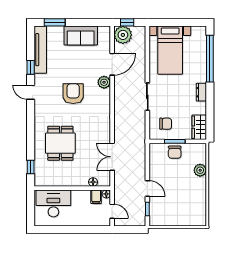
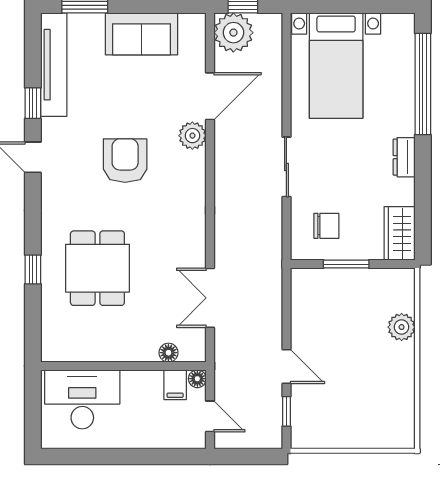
chair: (175, 152) -> (346, 288), removed
window: (31, 167) -> (33, 269), moved

